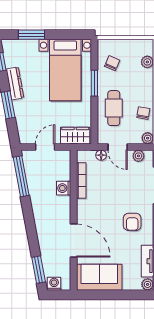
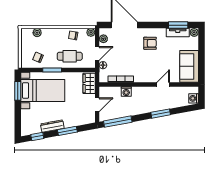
window: (32, 35) -> (18, 91), moved
door: (45, 147) -> (97, 105), swing flipped
door: (74, 241) -> (163, 85), width x0.53
window: (39, 270) -> (161, 114), moved

